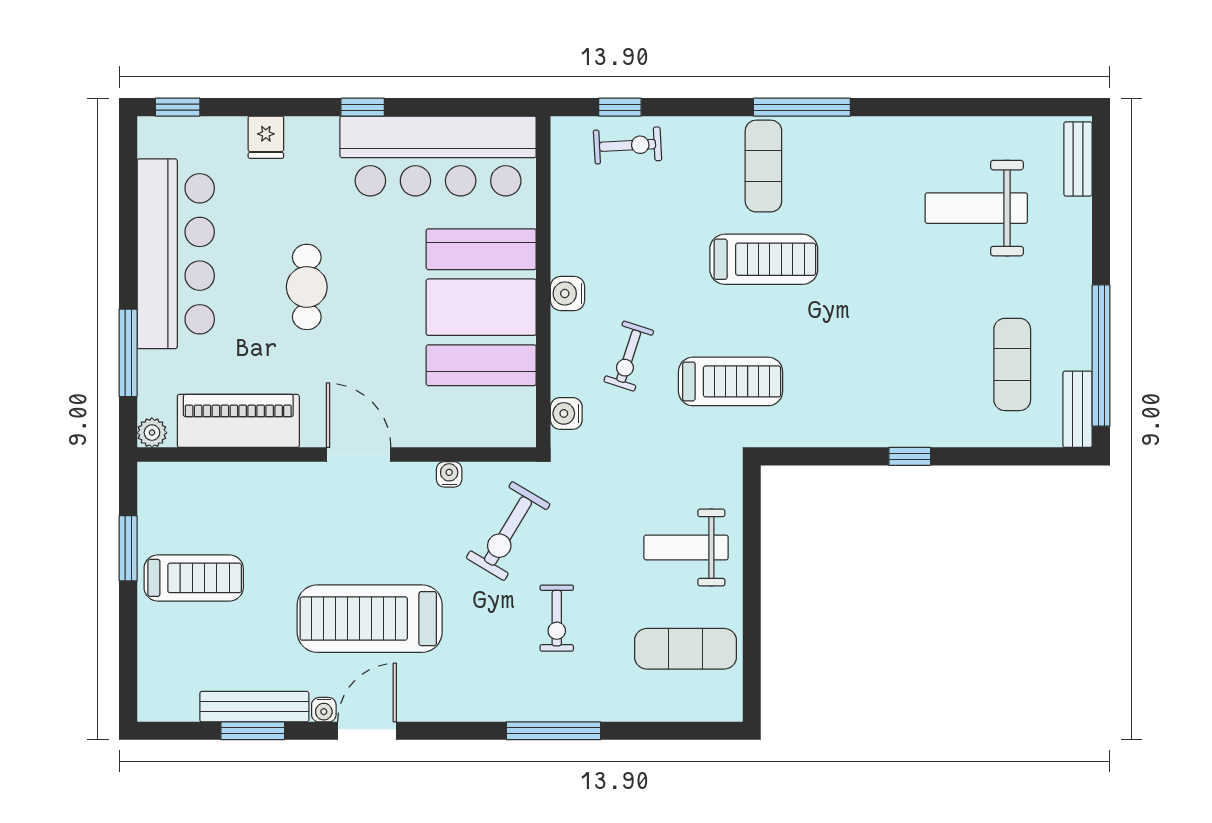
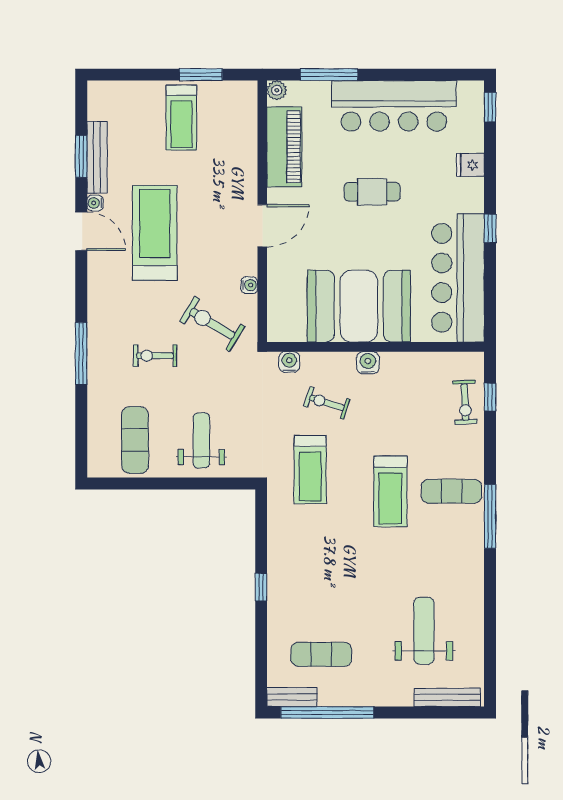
bench: (1078, 159) -> (447, 697), width x1.36

